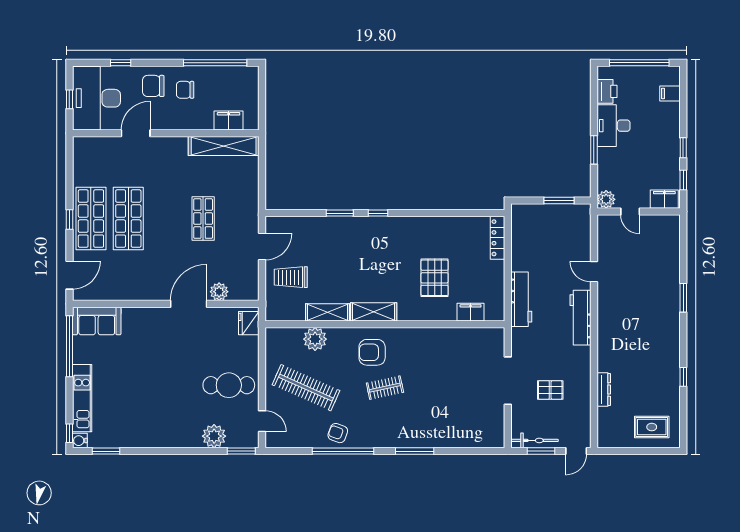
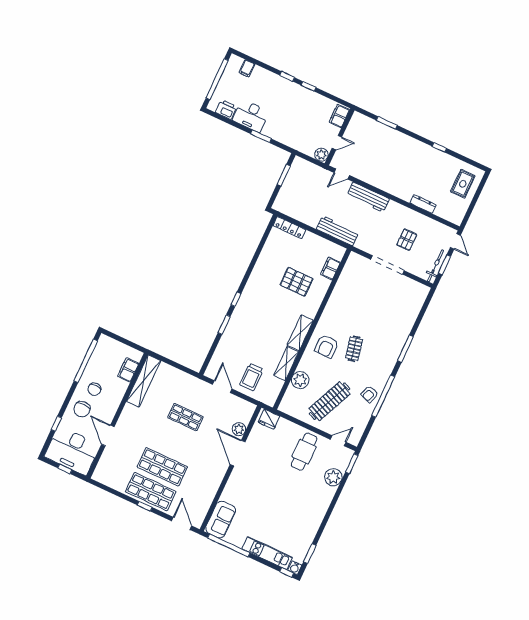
plant: (606, 199) -> (321, 155), moved
filing cabinet: (664, 199) -> (339, 116), moved
door: (630, 211) -> (337, 143), moved
wall: (639, 211) -> (340, 137), moved

